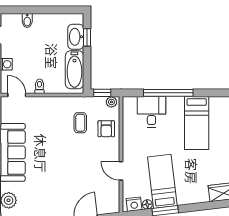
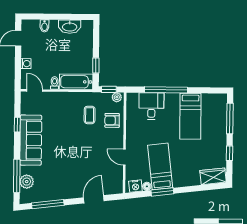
washbasin: (76, 37) -> (70, 27), moved, turned -90
window: (87, 37) -> (96, 66), moved
bathtub: (74, 70) -> (76, 82), moved, turned 90
armchair: (106, 129) -> (112, 120), turned 90

